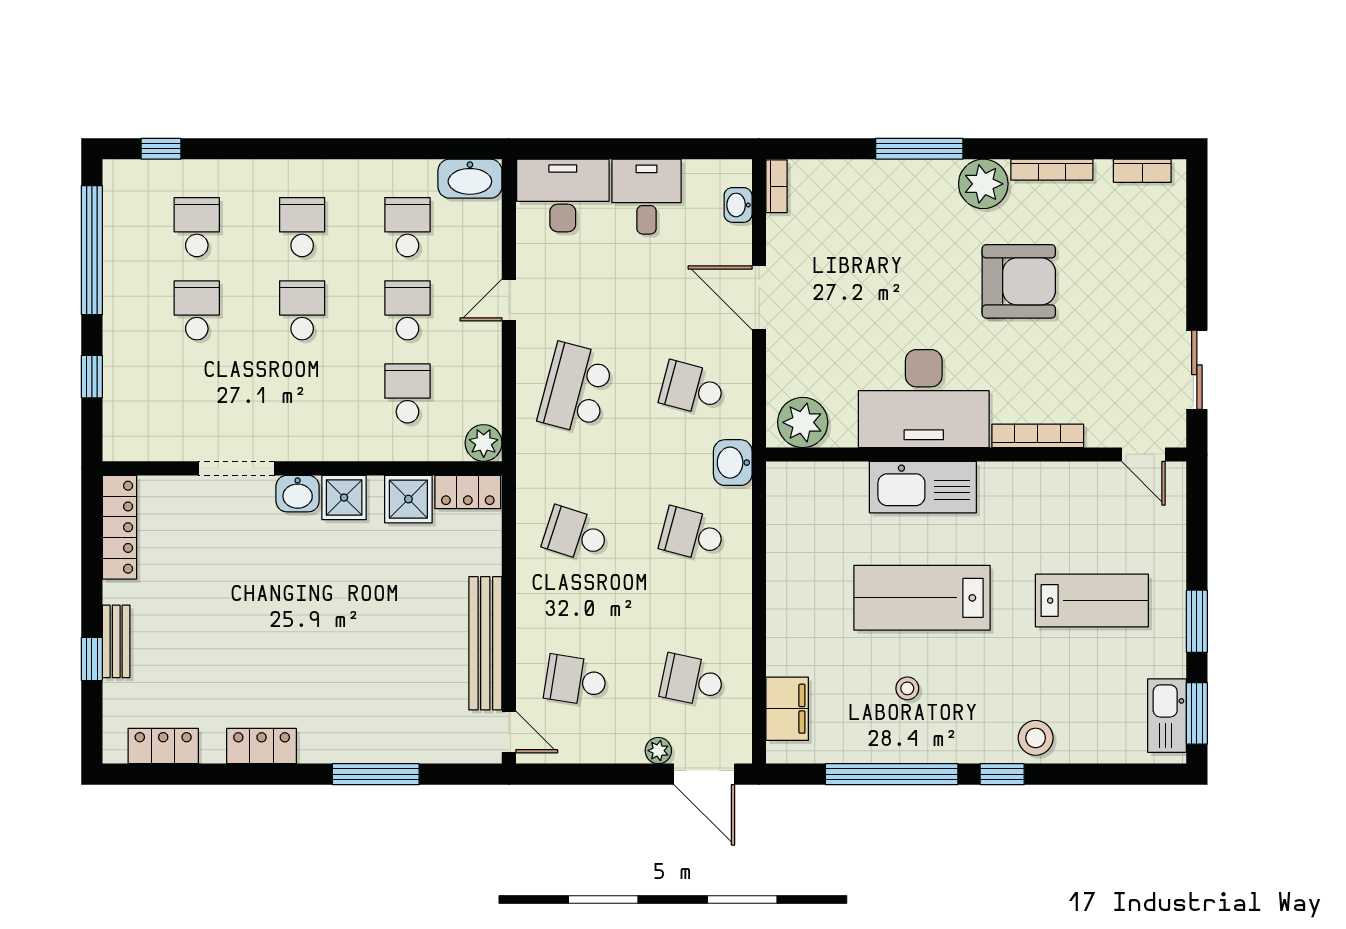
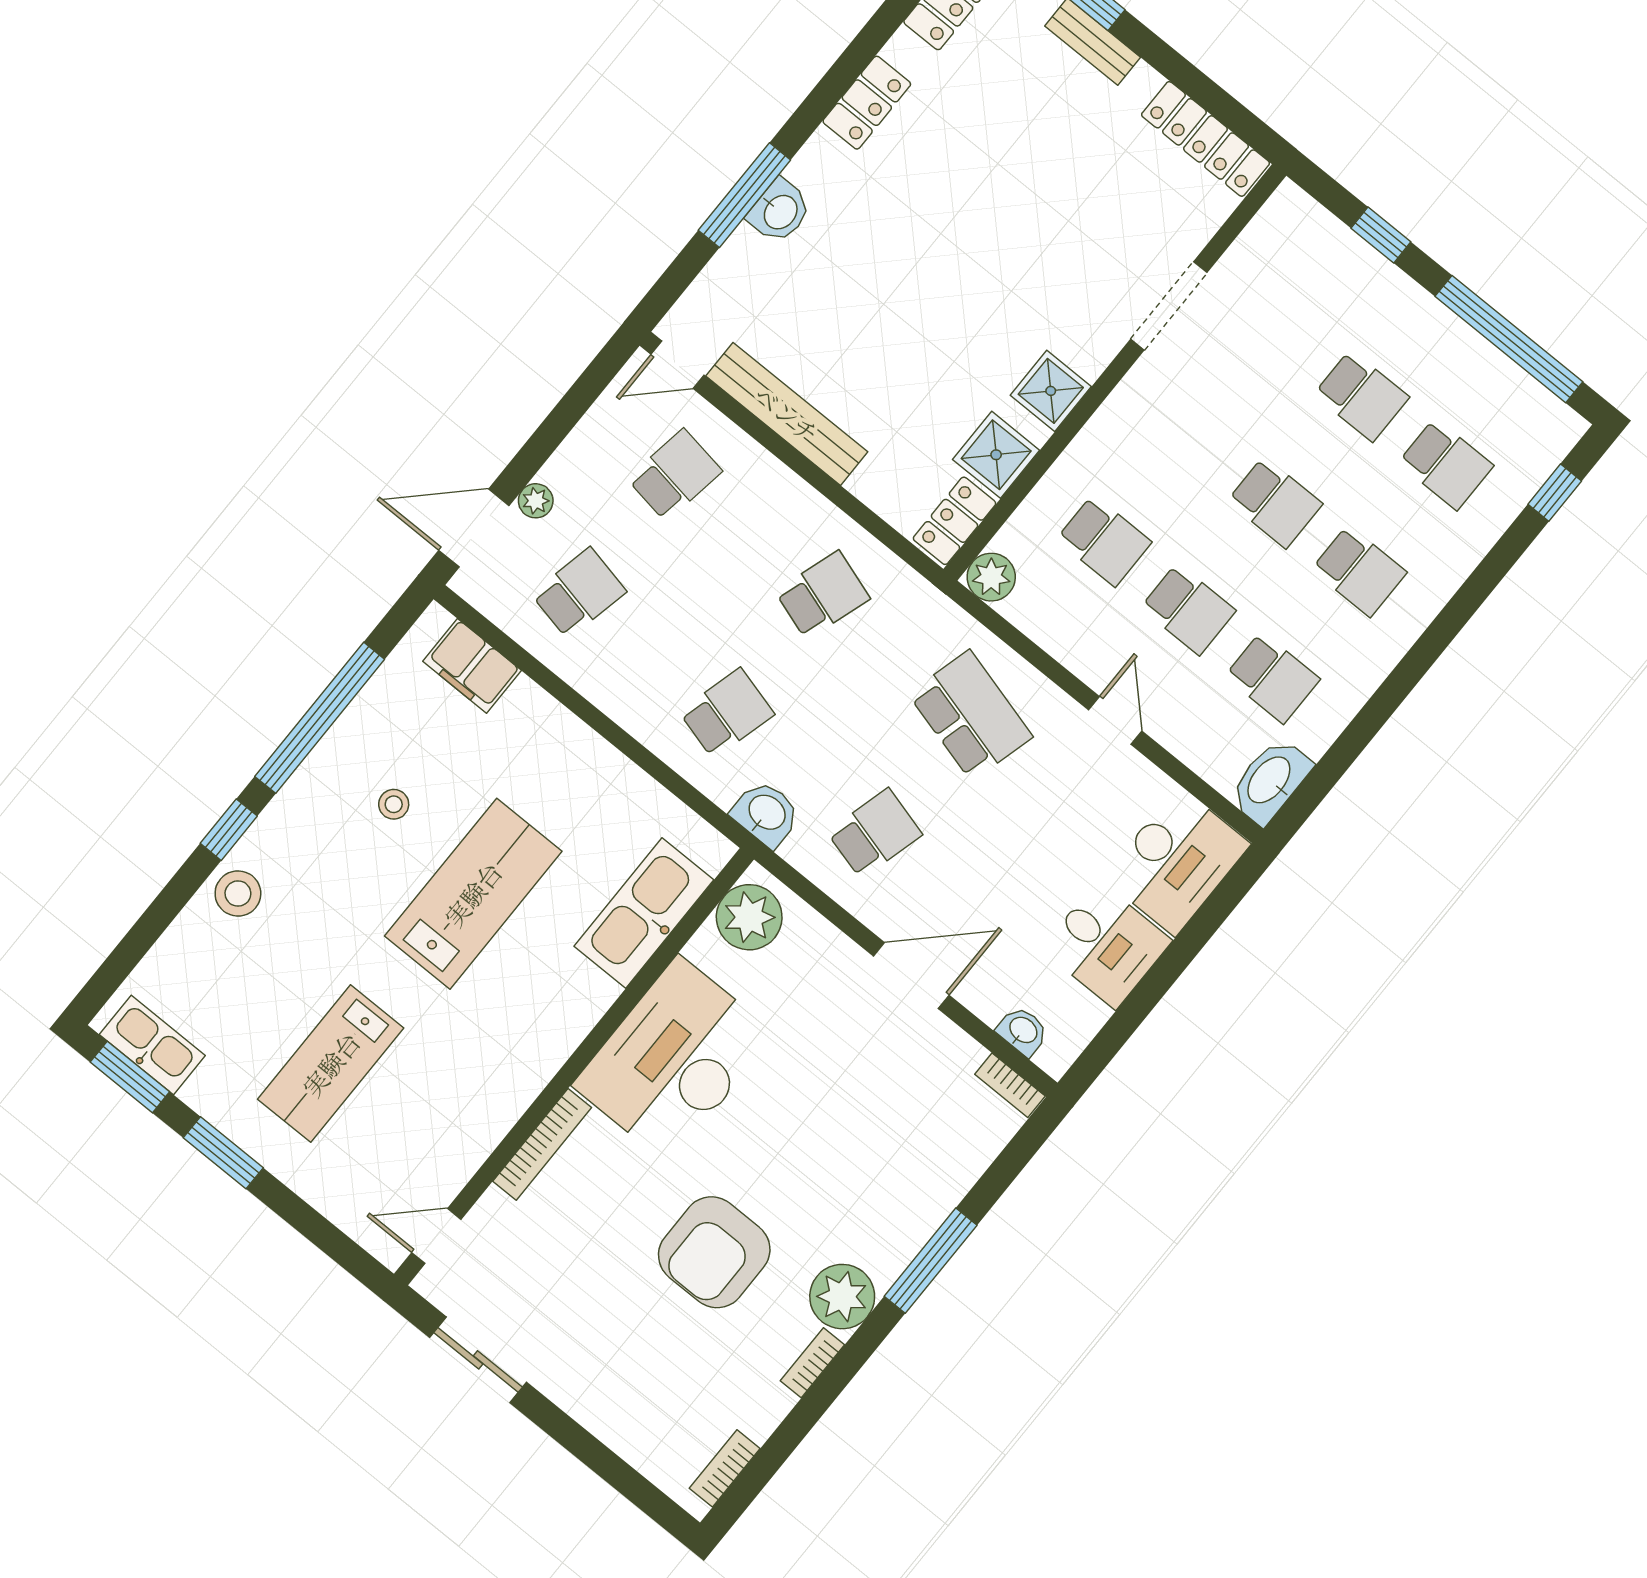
bookcase: (1052, 170) -> (812, 1363), width x0.64
kitchen sink: (923, 487) -> (644, 913), moved
washbasin: (298, 494) -> (780, 211), moved, turned 180

